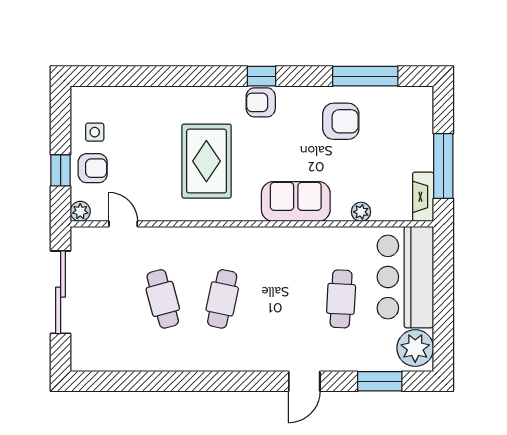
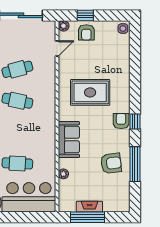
window: (365, 76) -> (135, 164), moved
armchair: (341, 121) -> (111, 163), turned -97
side table: (95, 132) -> (123, 29), moved
fireplace: (423, 197) -> (89, 207), moved

